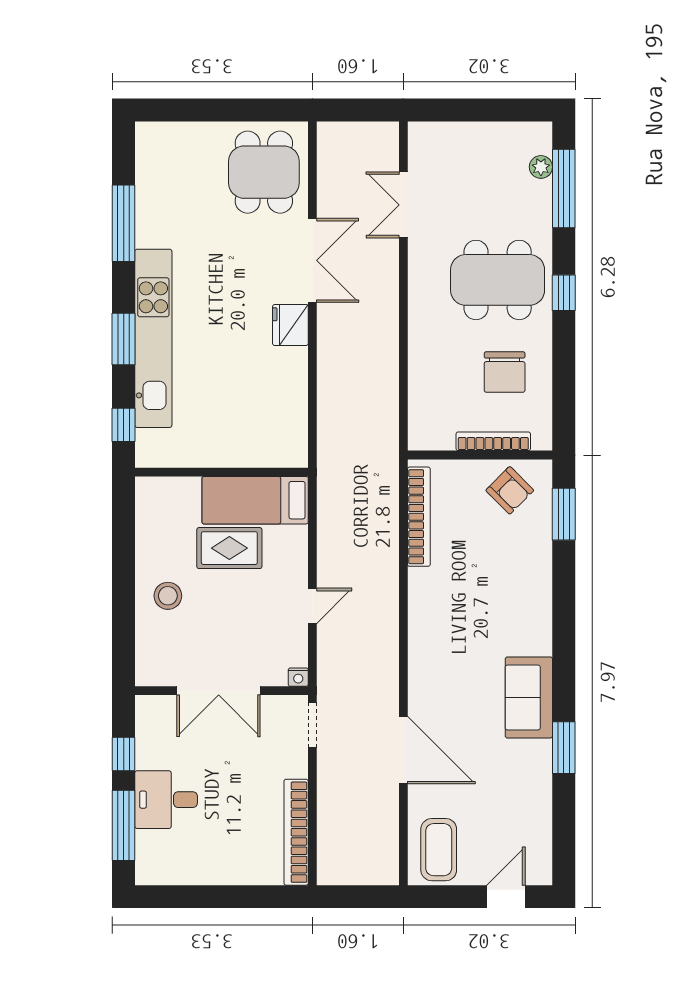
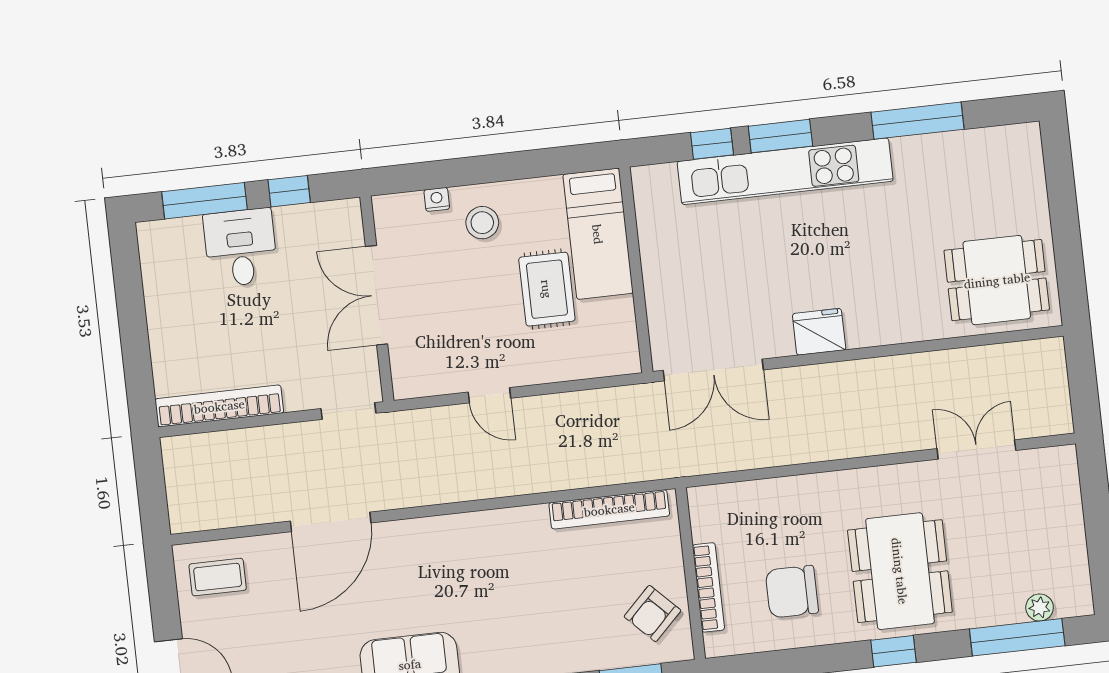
double door: (312, 260) -> (713, 370), moved
window: (124, 425) -> (712, 144), moved
bed: (255, 500) -> (598, 234), moved, turned 180
nightstand: (298, 677) -> (437, 199), moved, turned 90
coffee table: (439, 850) -> (218, 577), width x0.73, depth x0.77

